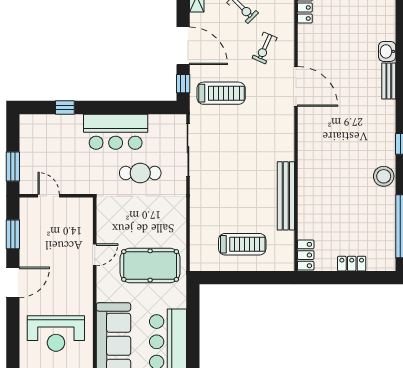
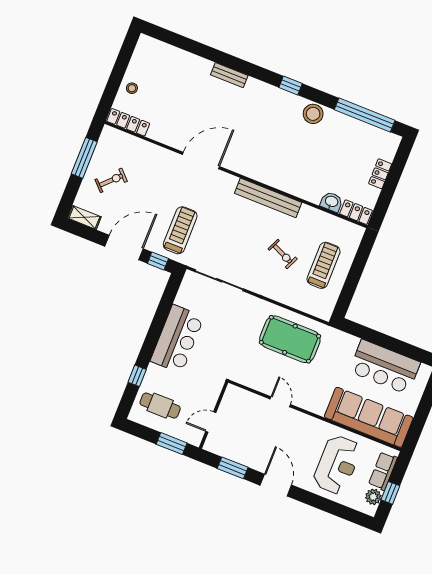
exercise bike: (265, 48) -> (283, 254), moved
washbasin: (387, 51) -> (331, 202), moved, turned 180
cafe table: (140, 173) -> (160, 406), moved, turned 90
bench: (286, 196) -> (268, 198), moved
pool table: (150, 265) -> (290, 339), moved, turned 90

